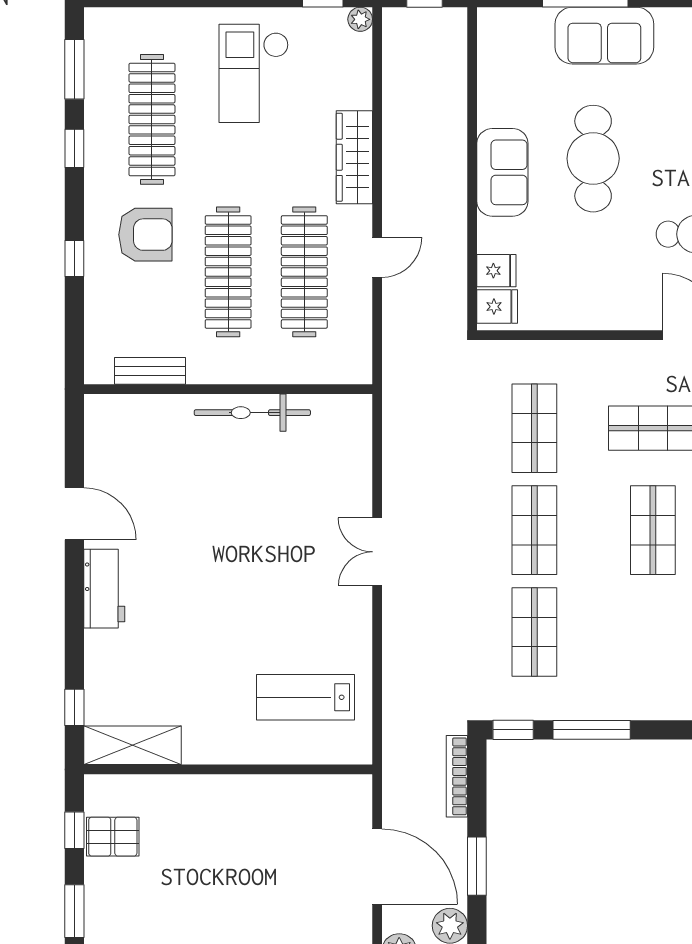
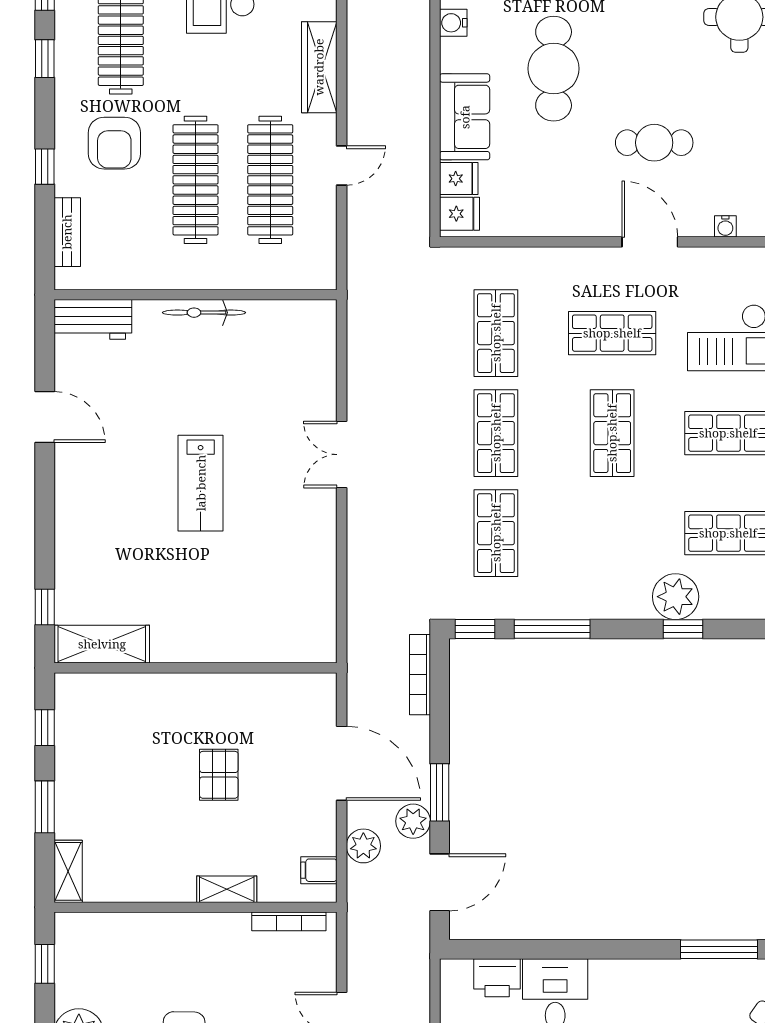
water cooler: (491, 112) -> (453, 23), added
sofa: (502, 172) -> (465, 117), moved
armchair: (145, 235) -> (114, 143), turned 90
bench: (150, 371) -> (67, 232), moved, turned 90
bicycle: (252, 413) -> (204, 313), width x0.73, depth x0.71
workbench: (104, 589) -> (93, 319), moved, turned 90
lab bench: (305, 697) -> (201, 483), moved, turned -90
pallet: (113, 837) -> (219, 775), moved, turned 90
window: (477, 866) -> (440, 792), moved

